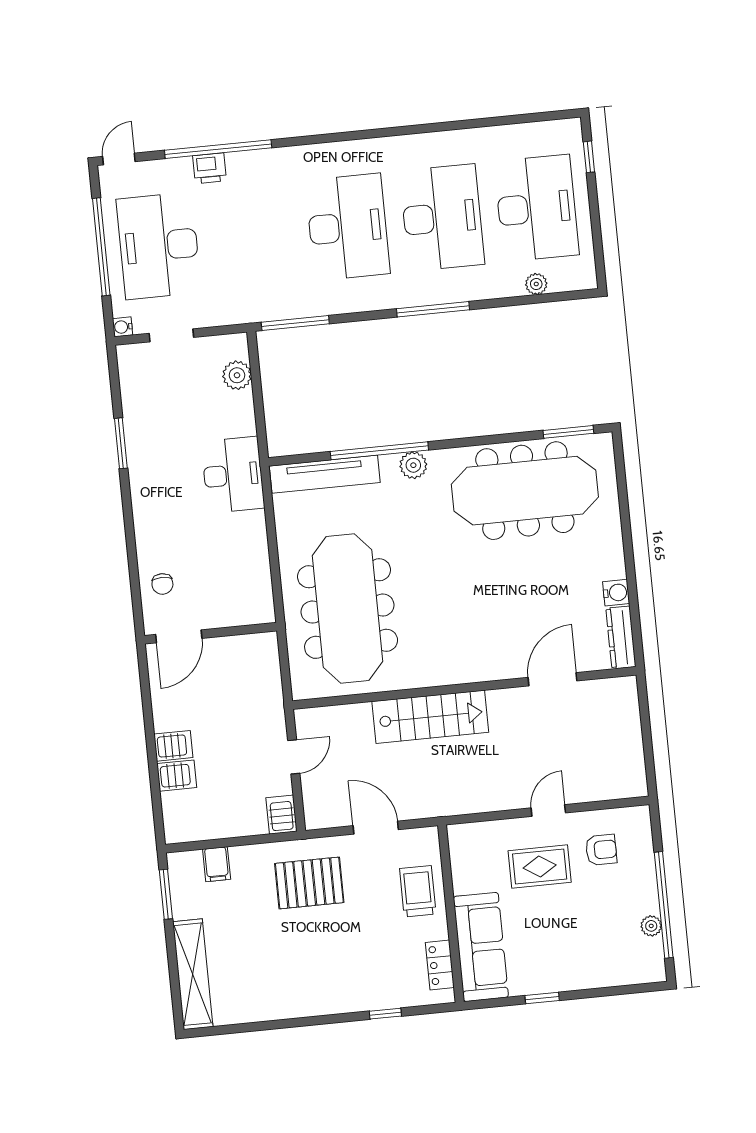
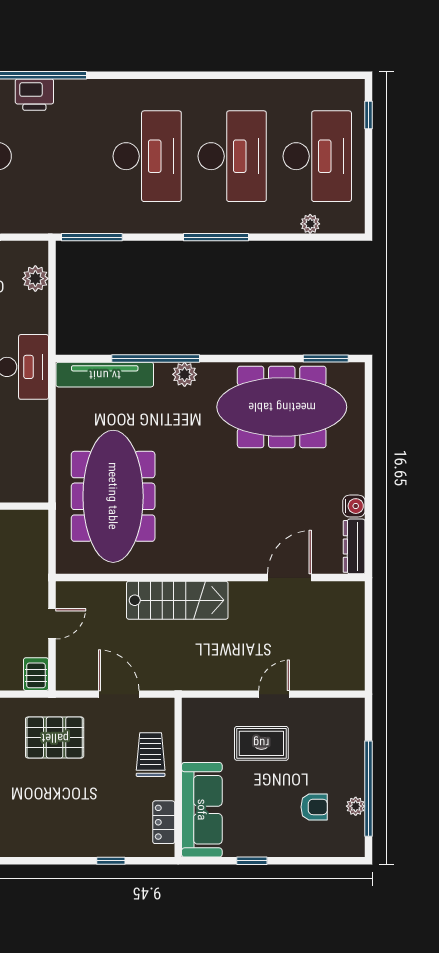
printer: (210, 168) -> (34, 95), width x1.36, depth x1.24
armchair: (601, 850) -> (314, 807), moved

